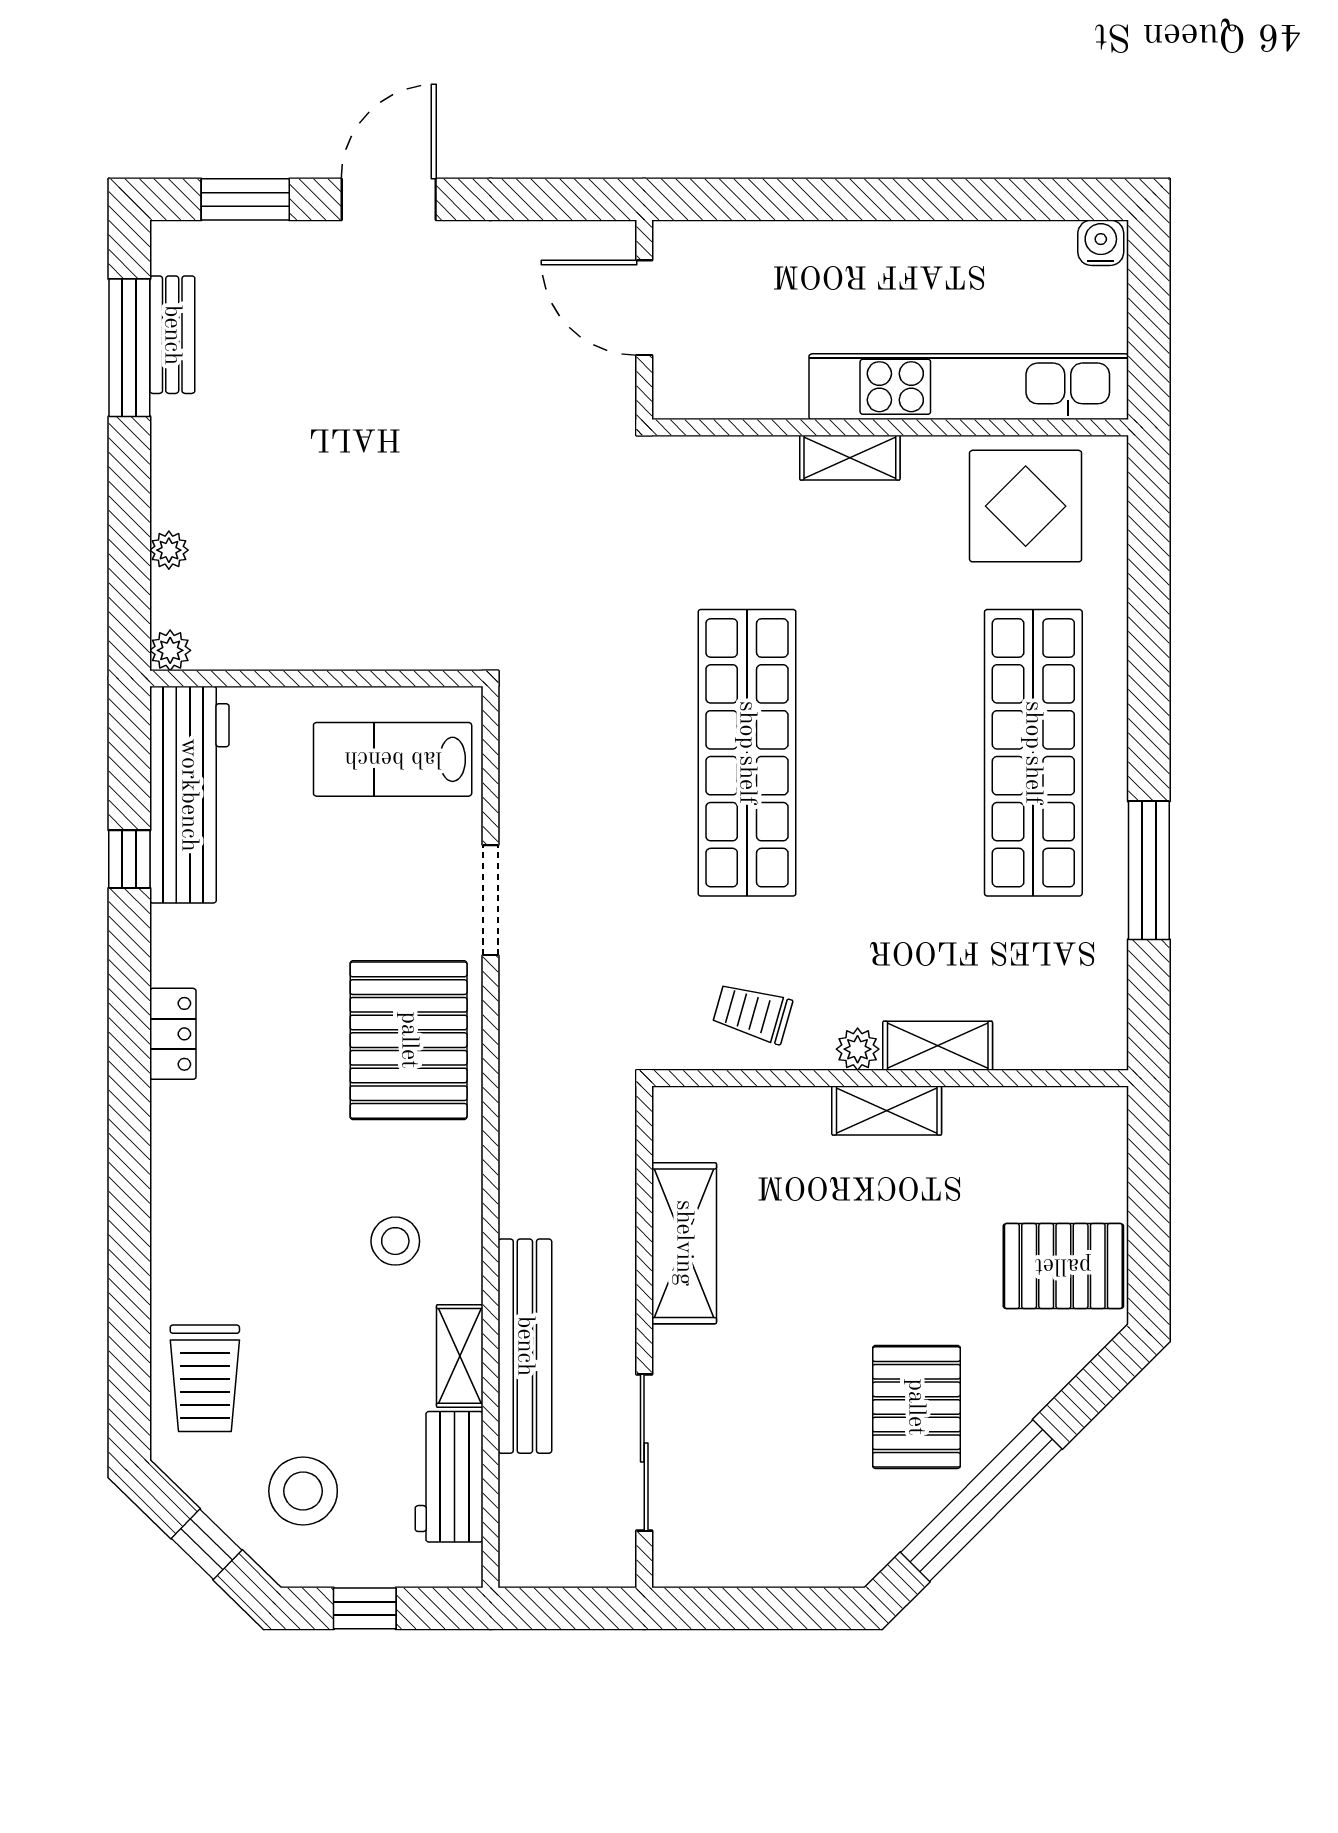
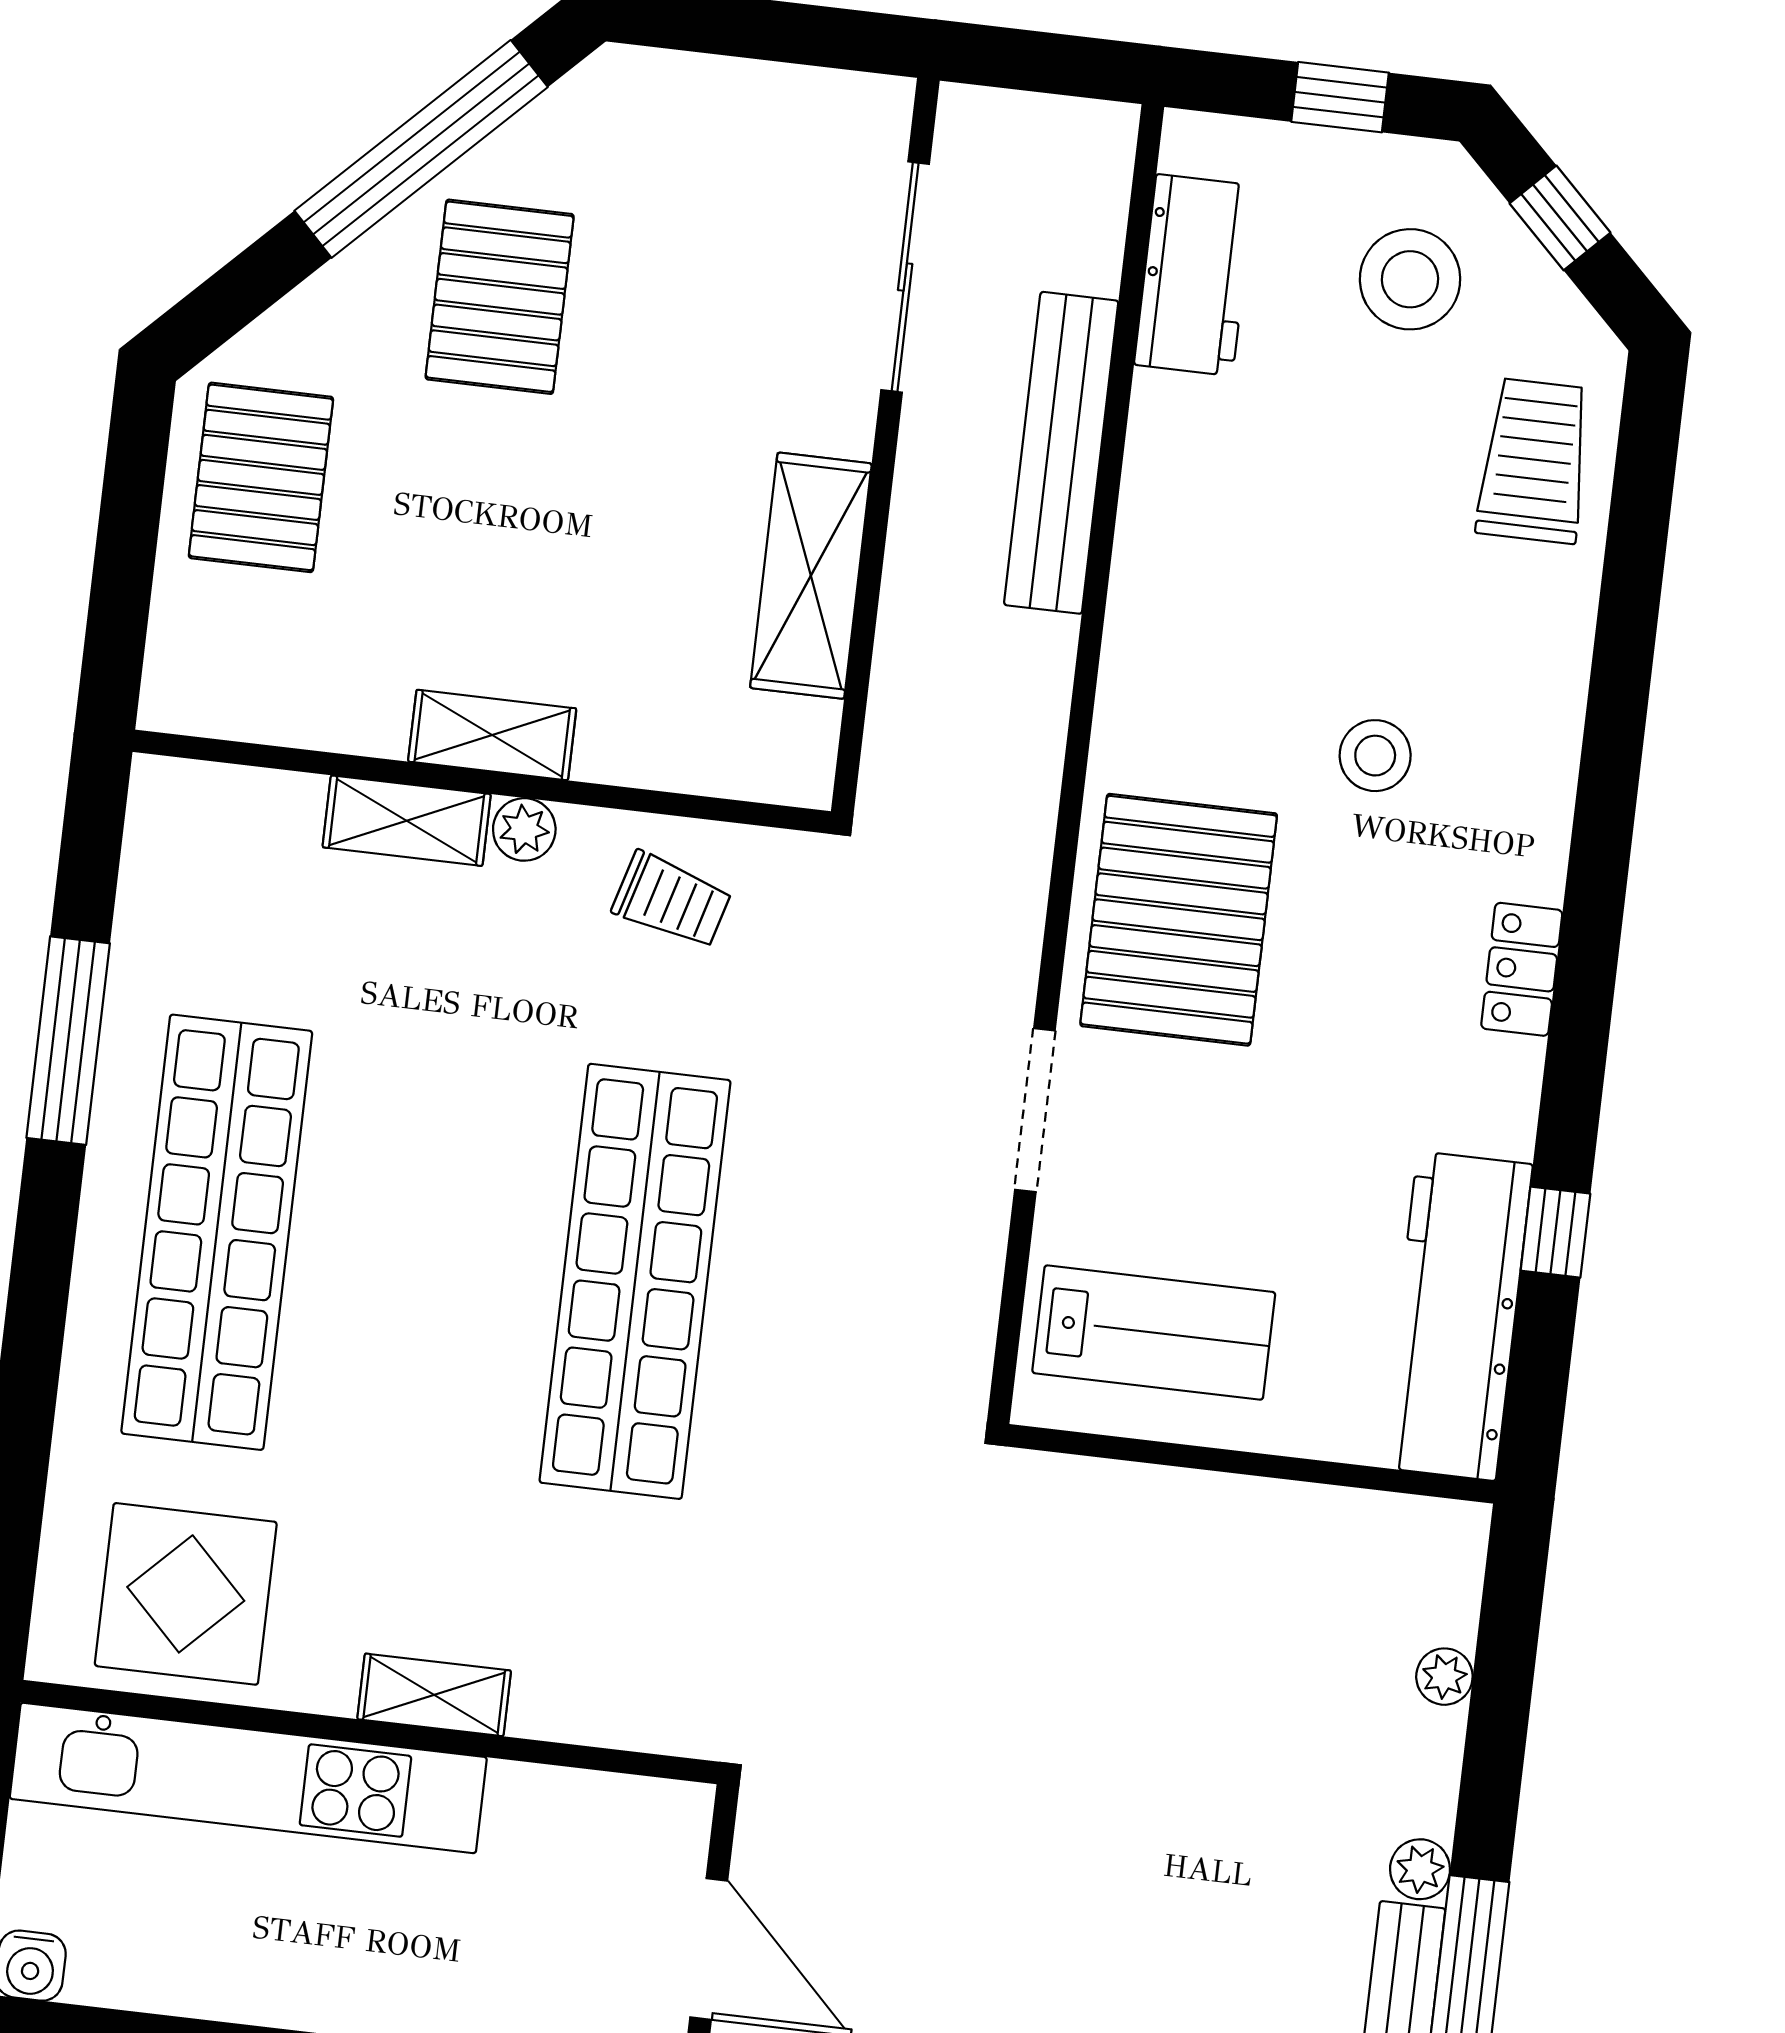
plant: (170, 650) -> (1420, 1869), moved
stool: (395, 1241) -> (1375, 756), moved
pallet: (1063, 1266) -> (261, 477), turned 90
shelving: (460, 1356) -> (1158, 450), removed

